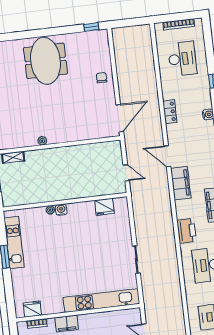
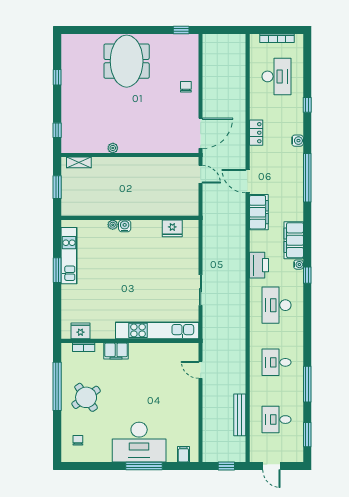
door: (126, 173) -> (201, 174), moved

